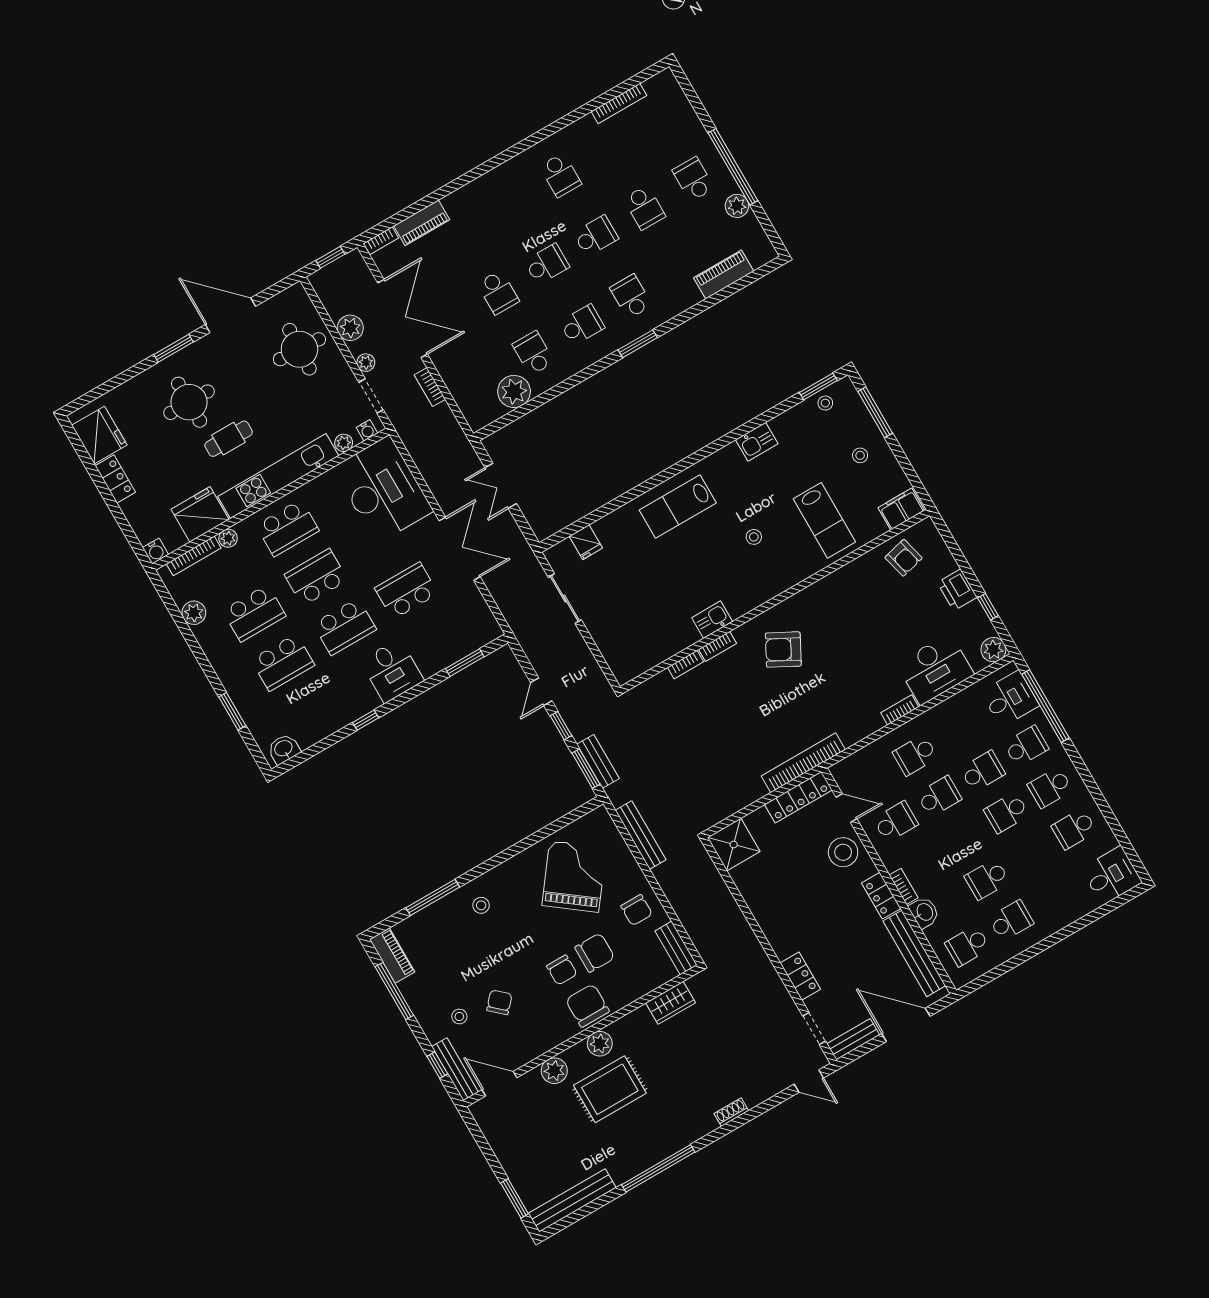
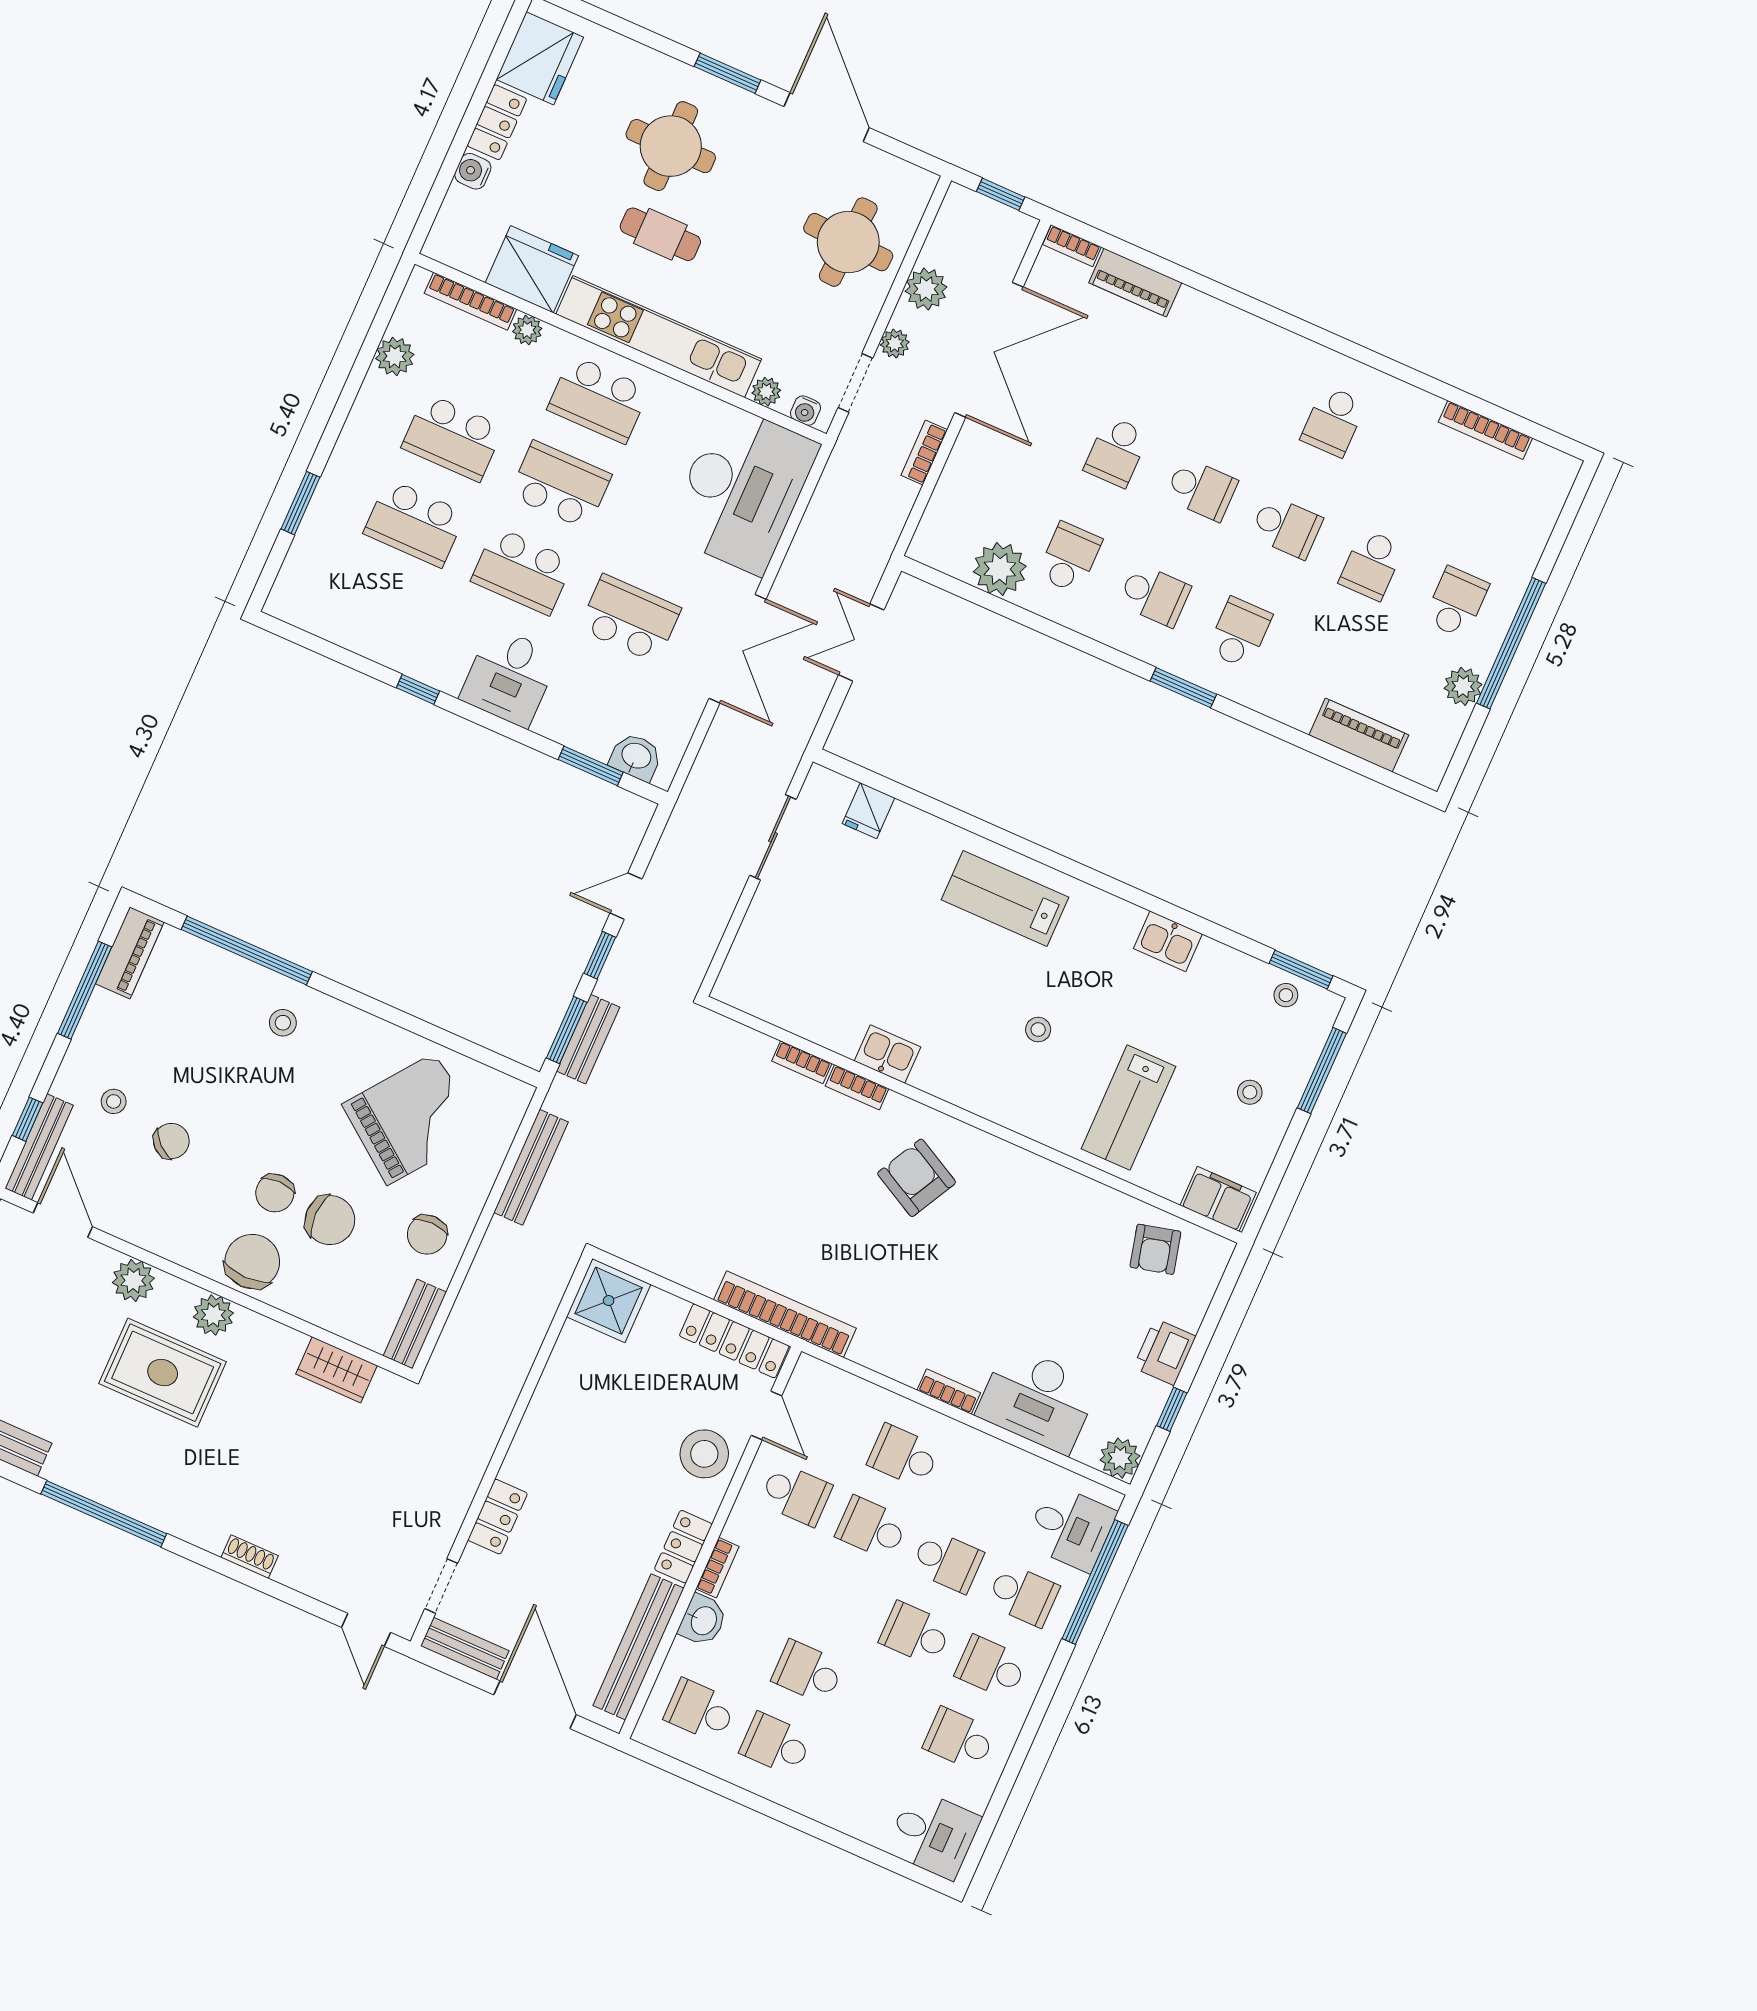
water cooler: (156, 551) -> (473, 171), moved, turned 90
washbasin: (284, 749) -> (636, 757), moved
school desk: (939, 796) -> (872, 1528), turned 180
window: (433, 897) -> (247, 951), width x1.46
school desk: (1011, 921) -> (776, 1744), turned 180

